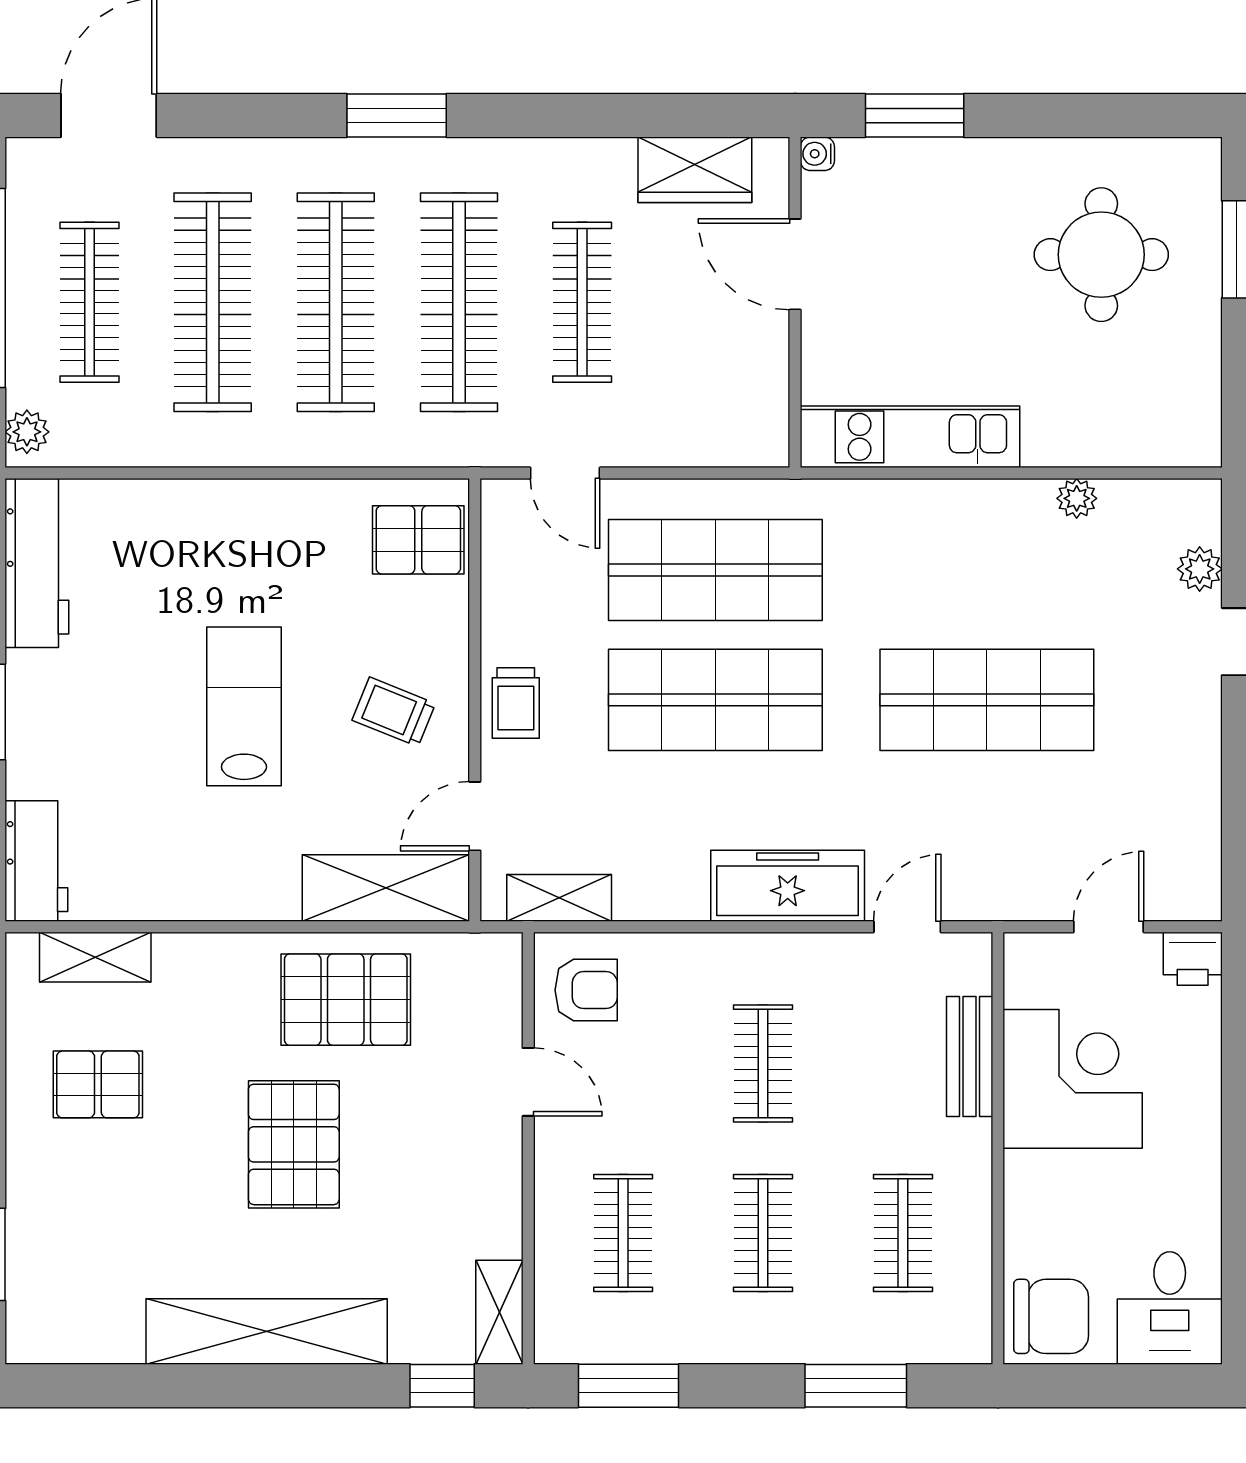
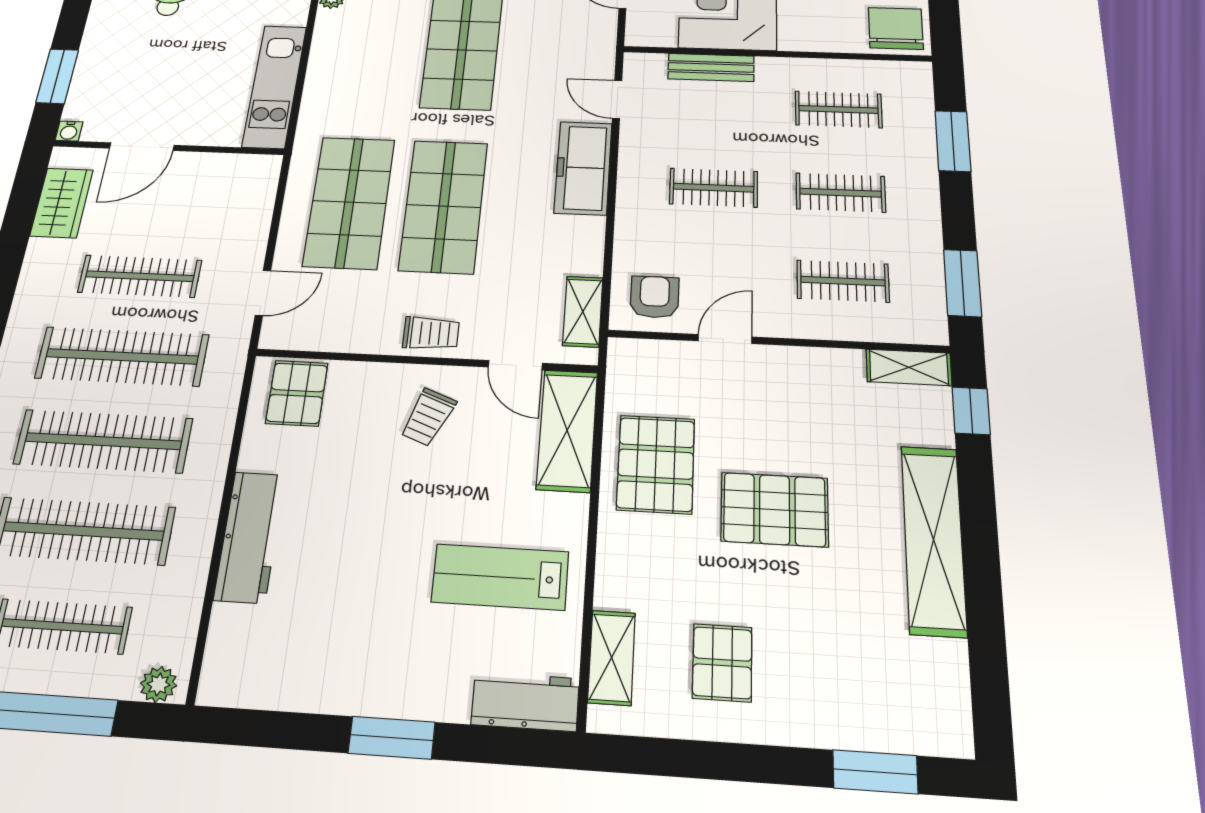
workbench: (37, 563) -> (250, 537), moved, turned 90
lab bench: (244, 706) -> (500, 577), moved

